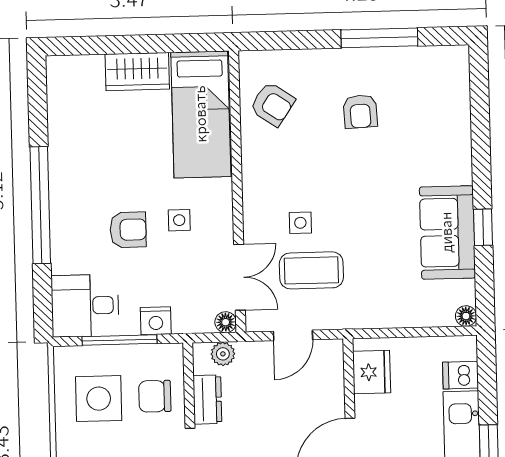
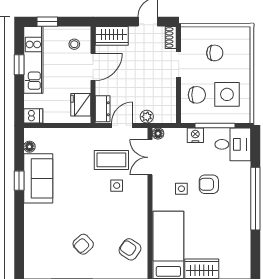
armchair: (360, 112) -> (83, 244), turned -130
floor lamp: (466, 316) -> (29, 147), moved
plant: (223, 354) -> (147, 117), moved
dishwasher: (460, 375) -> (33, 116), moved
dresser: (207, 400) -> (103, 109), moved, turned 180

